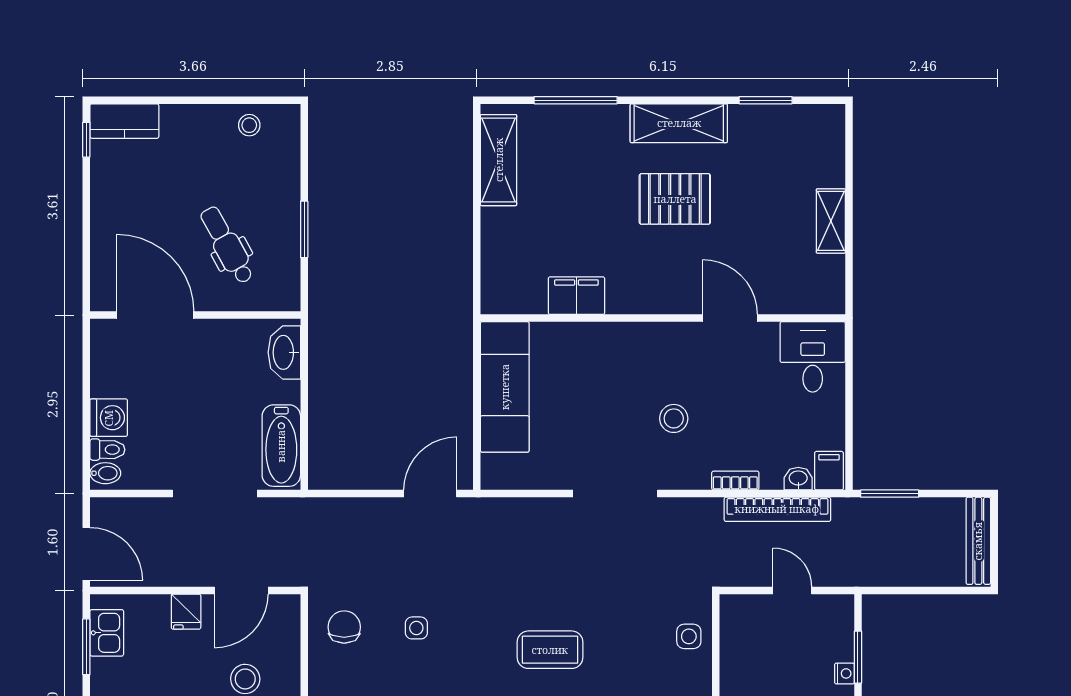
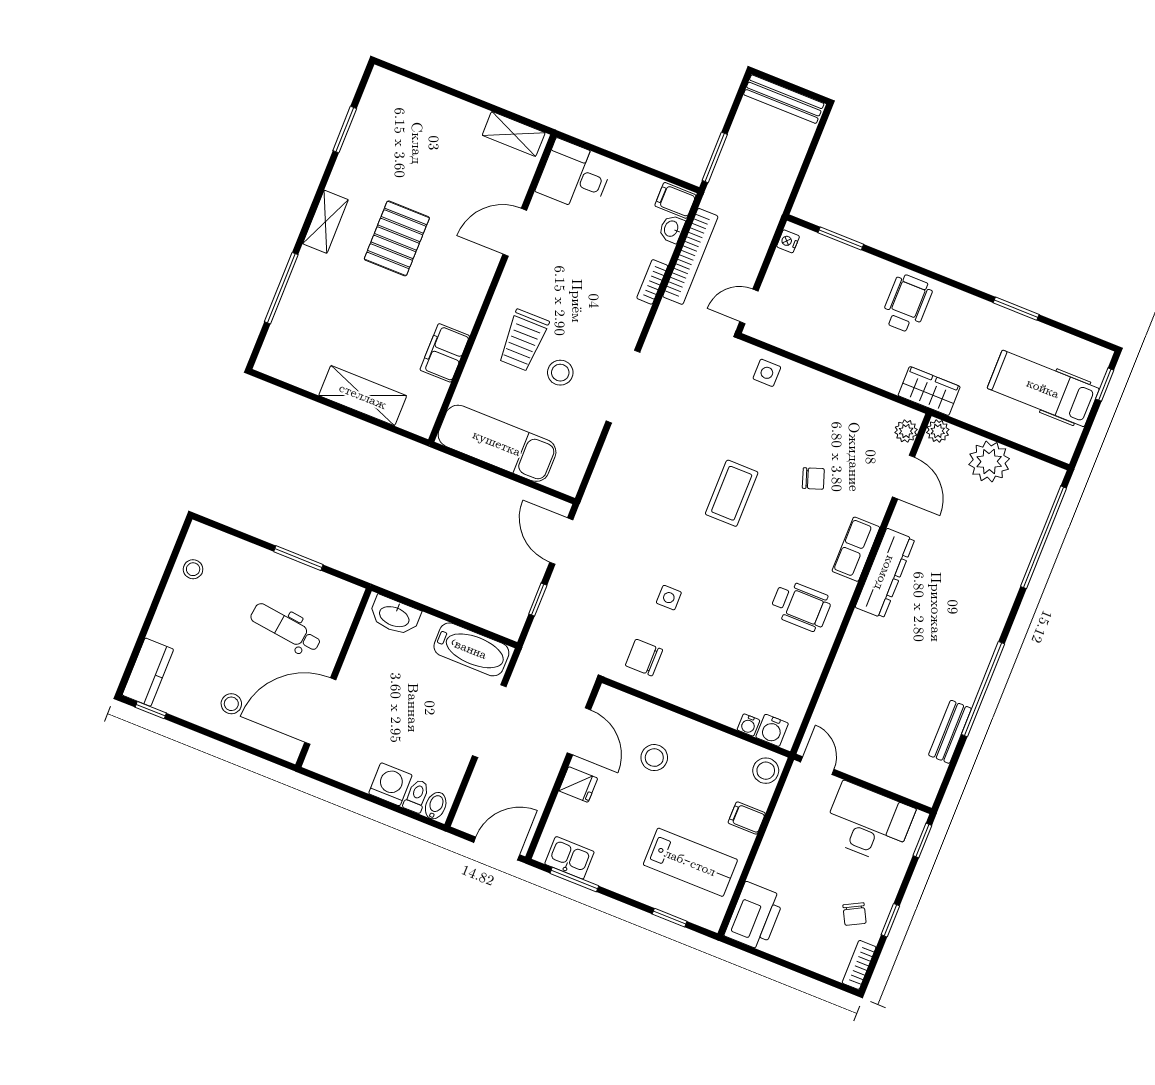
shelving: (679, 123) -> (325, 222), width x0.67, depth x0.75
shelving: (499, 160) -> (363, 396), moved
stool: (126, 220) -> (231, 704), added
shelving: (831, 221) -> (514, 134), moved
dental chair: (227, 245) -> (286, 628), turned 36
trolley: (622, 371) -> (523, 340), added
stool: (674, 418) -> (560, 373), moved
window: (360, 494) -> (538, 600), added
door: (792, 590) -> (749, 306), moved
nightstand: (844, 673) -> (788, 241), moved, turned -90

